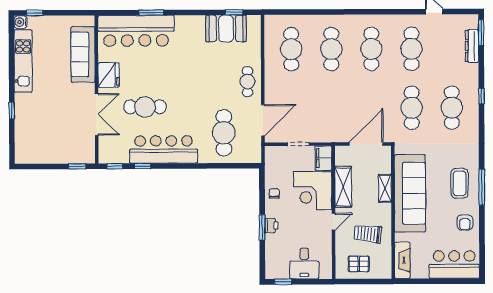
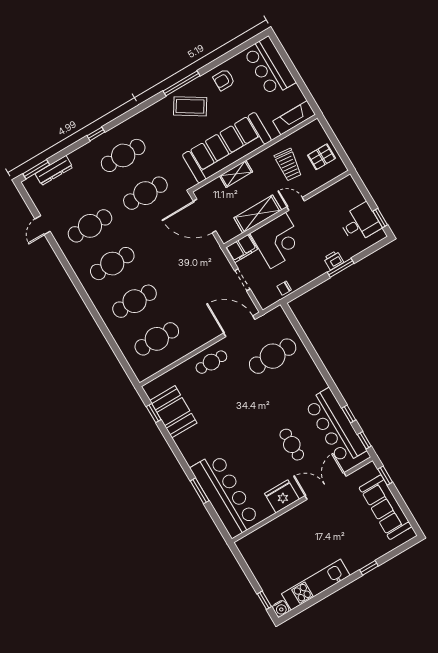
sofa: (83, 54) -> (385, 507), moved, turned 90
cafe table: (145, 107) -> (292, 445), width x0.73, depth x0.74
bar counter: (164, 150) -> (335, 426), moved
coffee table: (460, 183) -> (190, 106), turned 32
chair: (274, 193) -> (284, 288), moved
armchair: (465, 222) -> (224, 80), turned 180
desk: (304, 263) -> (360, 223), moved
pallet: (359, 264) -> (321, 157), turned 90

